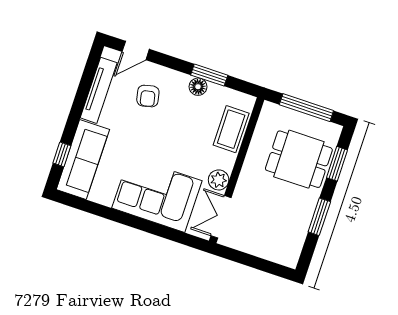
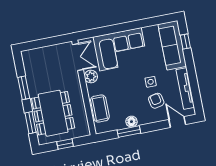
door: (136, 50) -> (177, 122), hinge flipped
window: (306, 108) -> (65, 144), width x0.46
side table: (141, 126) -> (151, 82), added
dining table: (299, 159) -> (53, 113), width x1.38

